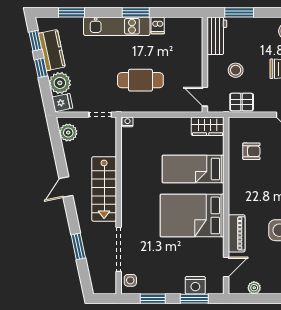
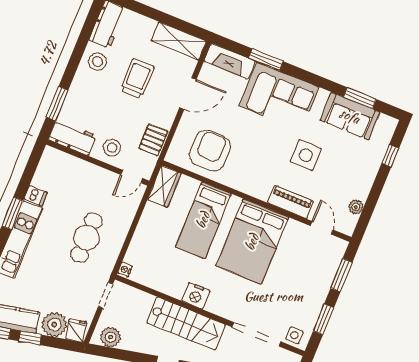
stool: (236, 70) -> (112, 148), moved
armchair: (251, 151) -> (210, 151), width x1.88, depth x1.88
nightstand: (195, 285) -> (196, 296), moved, turned 90

